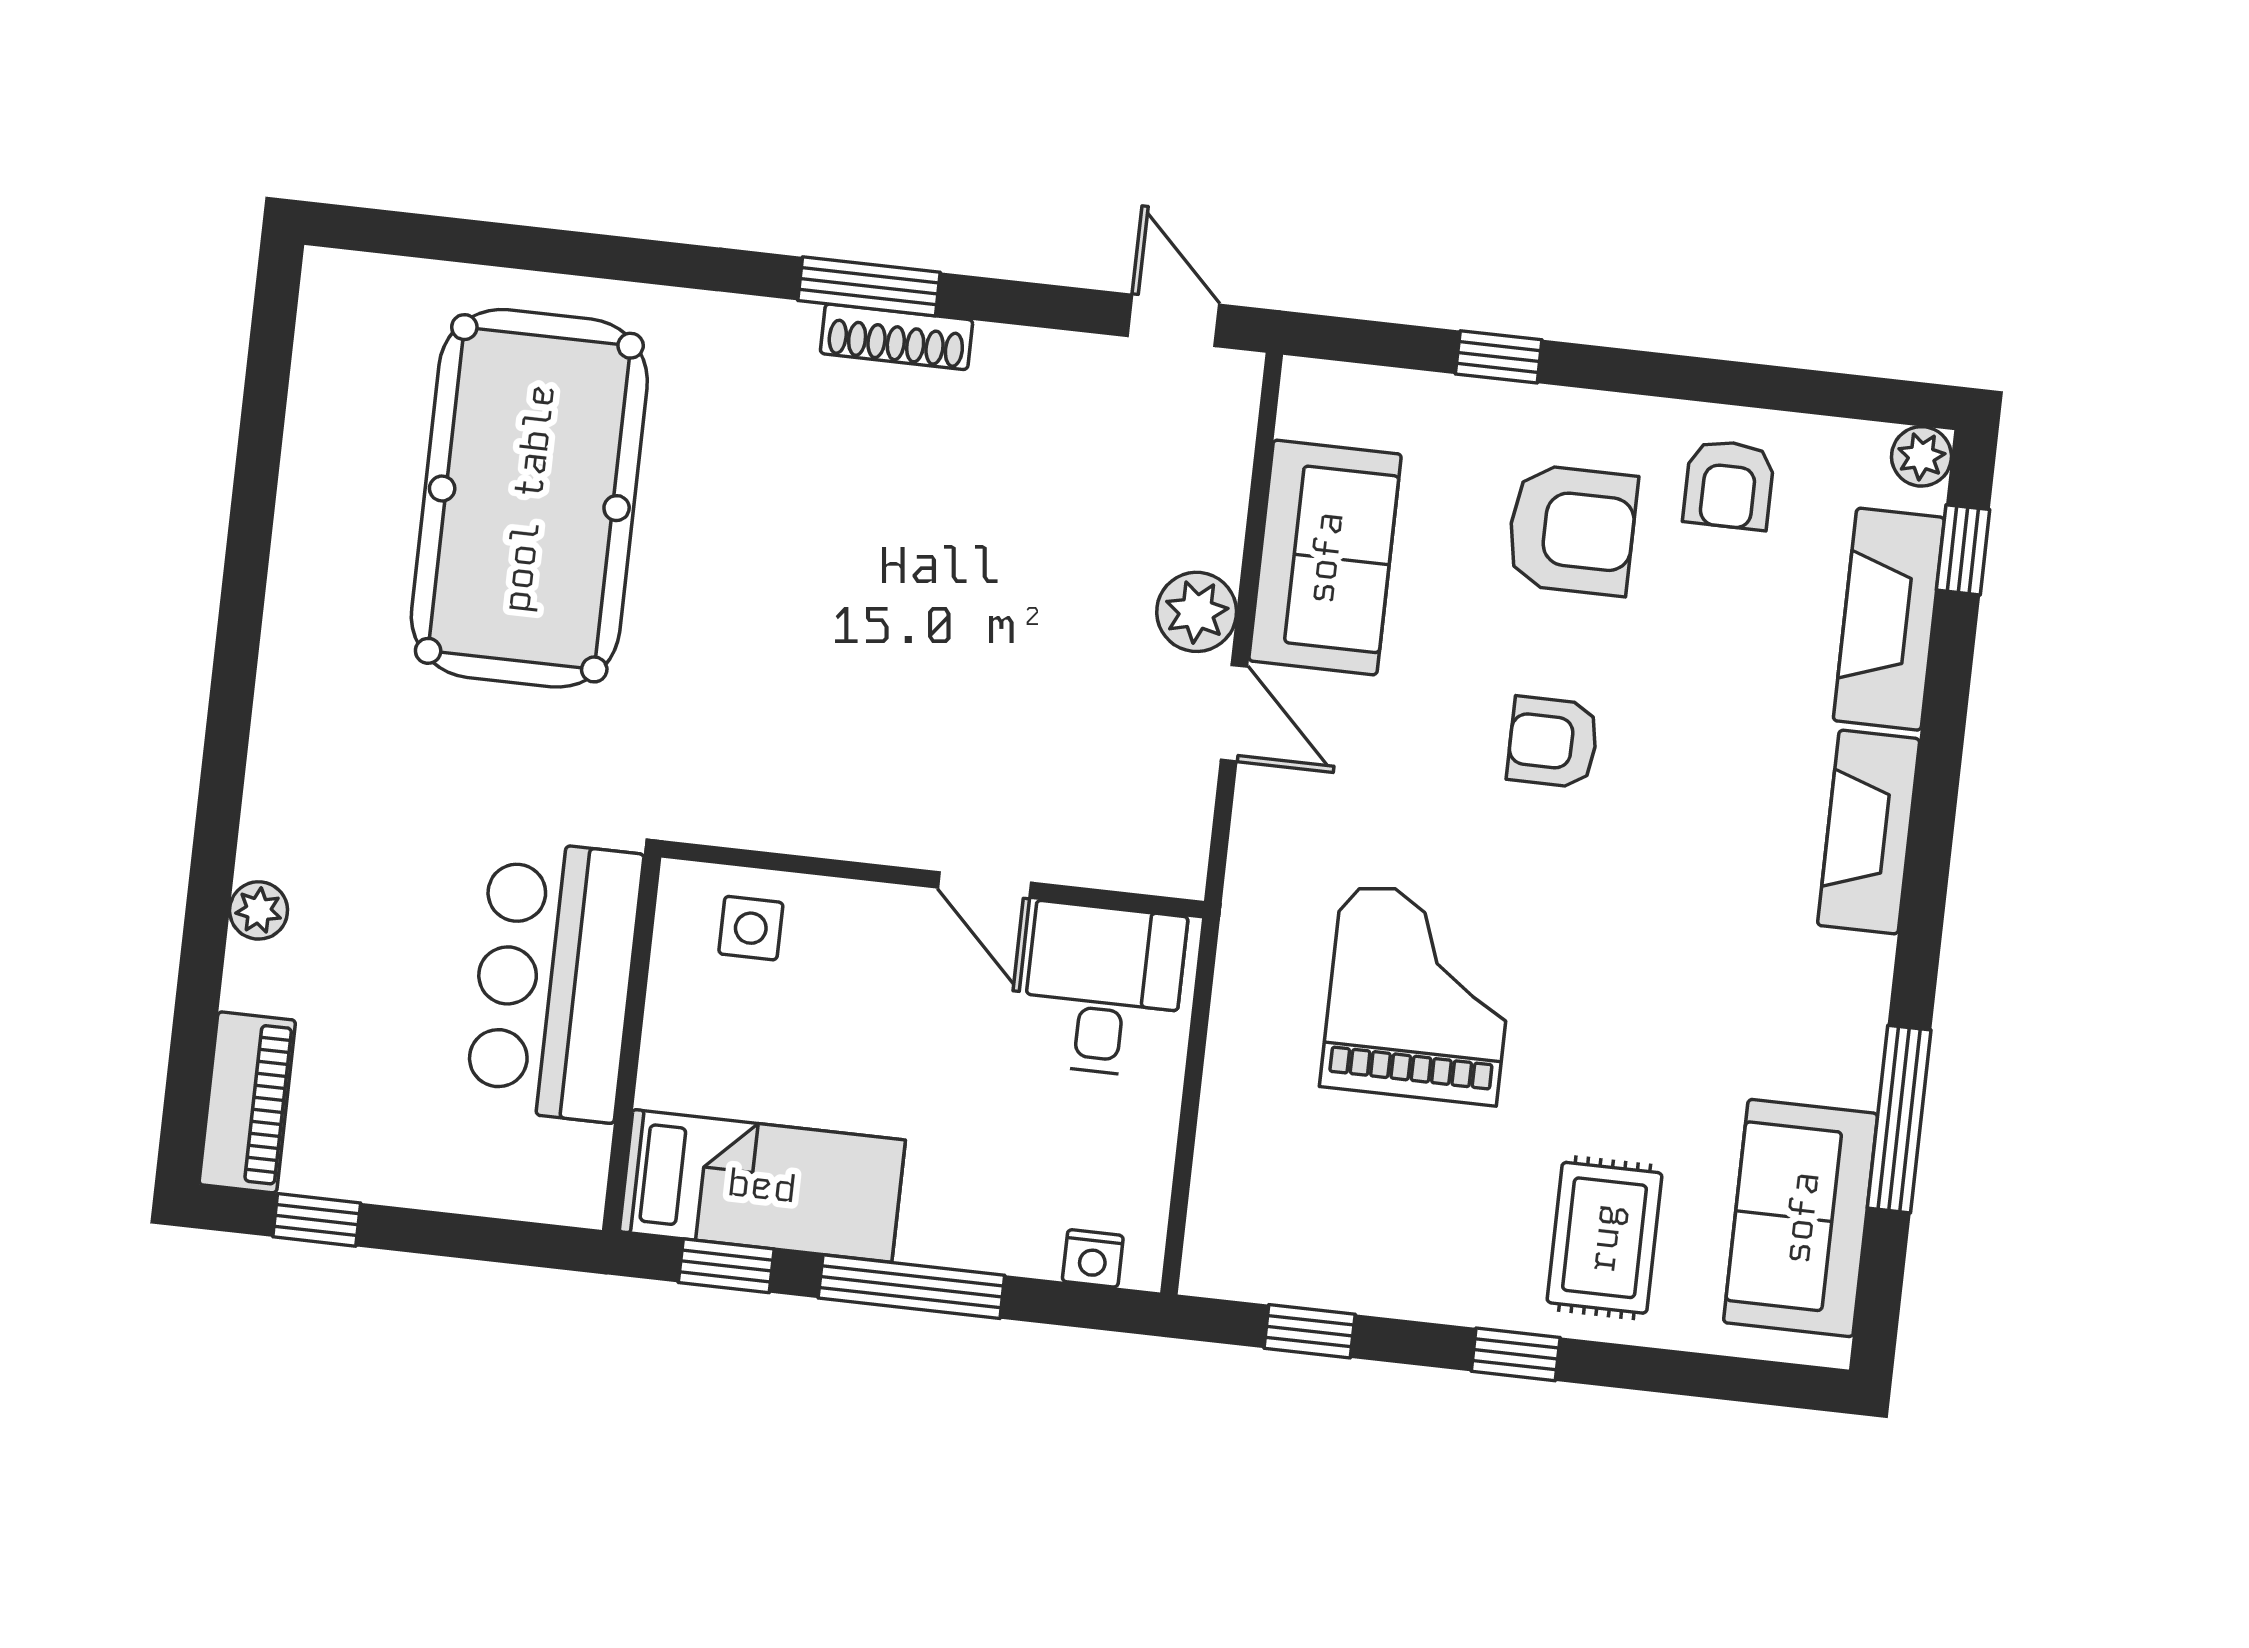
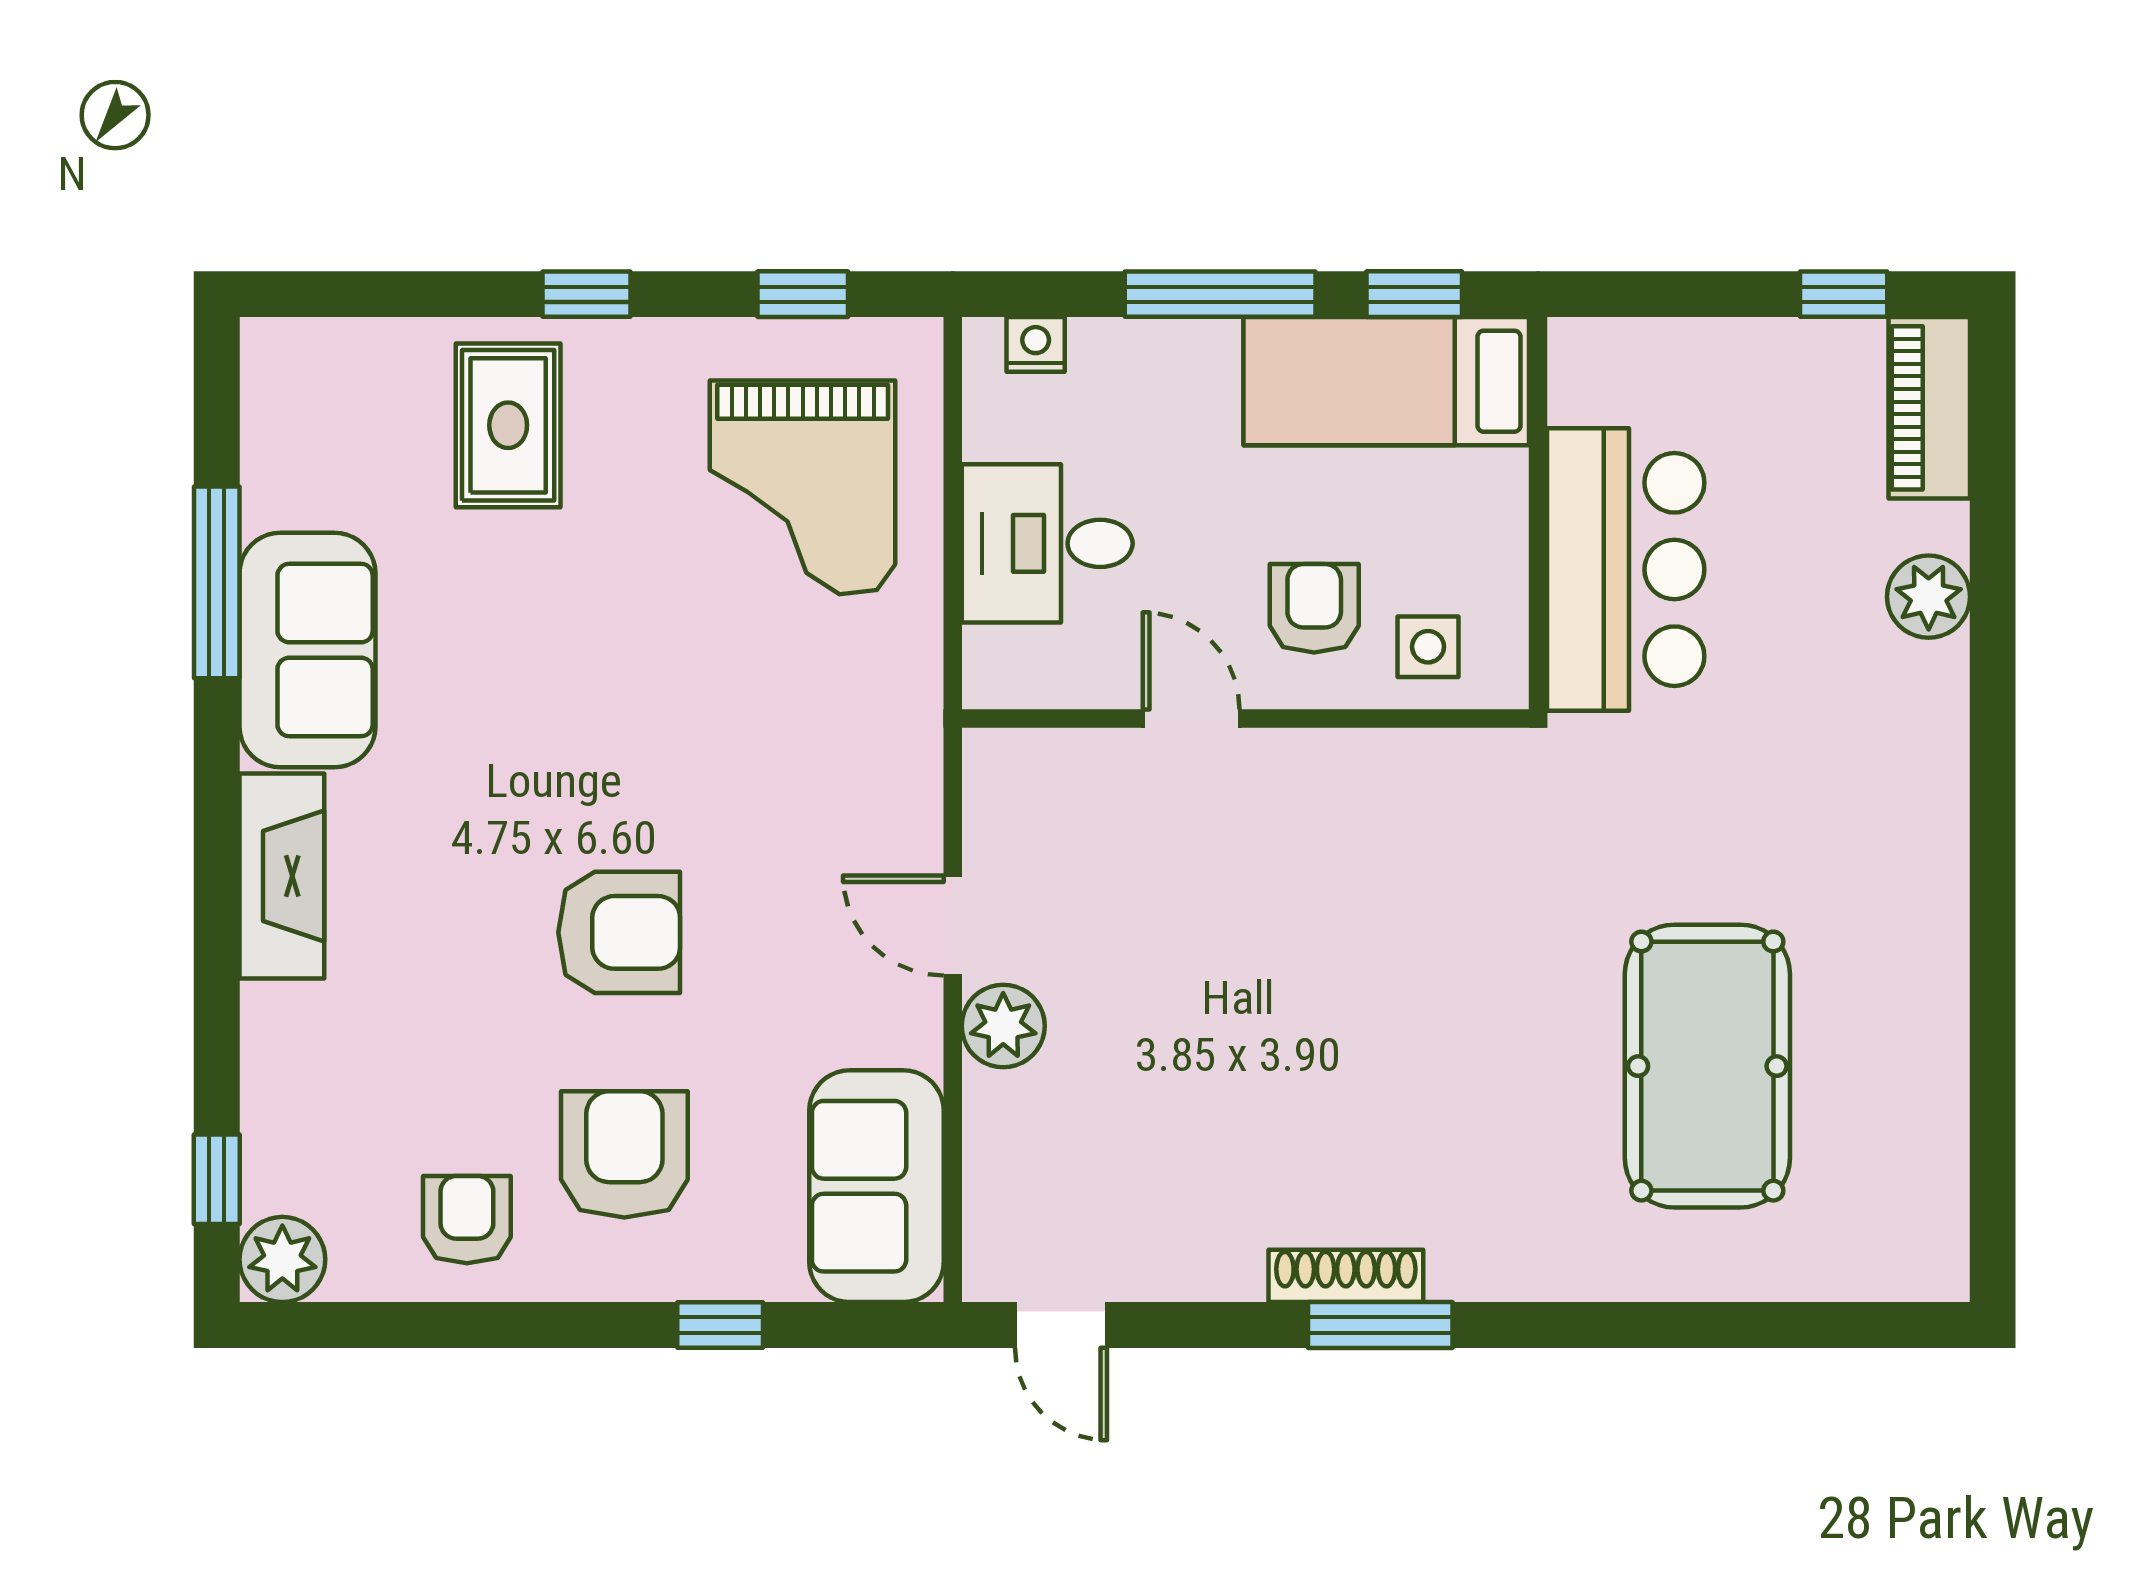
plant: (1921, 456) -> (282, 1259), width x1.38, depth x1.38
pool table: (529, 498) -> (1707, 1066), width x0.73, depth x0.76
armchair: (1572, 530) -> (624, 1154), turned 90
sofa: (1325, 558) -> (876, 1186), moved
fireplace: (1889, 619) -> (286, 1099), removed
armchair: (1553, 742) -> (619, 932), width x1.38, depth x1.38
plant: (259, 910) -> (1929, 597), width x1.38, depth x1.38
armchair: (855, 977) -> (1314, 608), added
desk: (1103, 990) -> (1047, 543), moved, turned 90
grand piano: (1419, 995) -> (803, 487), moved
sofa: (1801, 1218) -> (307, 650), moved

